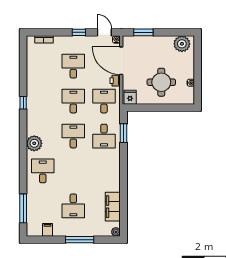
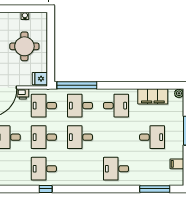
desk: (43, 101) -> (44, 169), added
window: (124, 133) -> (77, 85), width x2.11
desk: (104, 136) -> (80, 106), turned 180
plant: (34, 143) -> (87, 178), removed
desk: (104, 171) -> (116, 106), added

